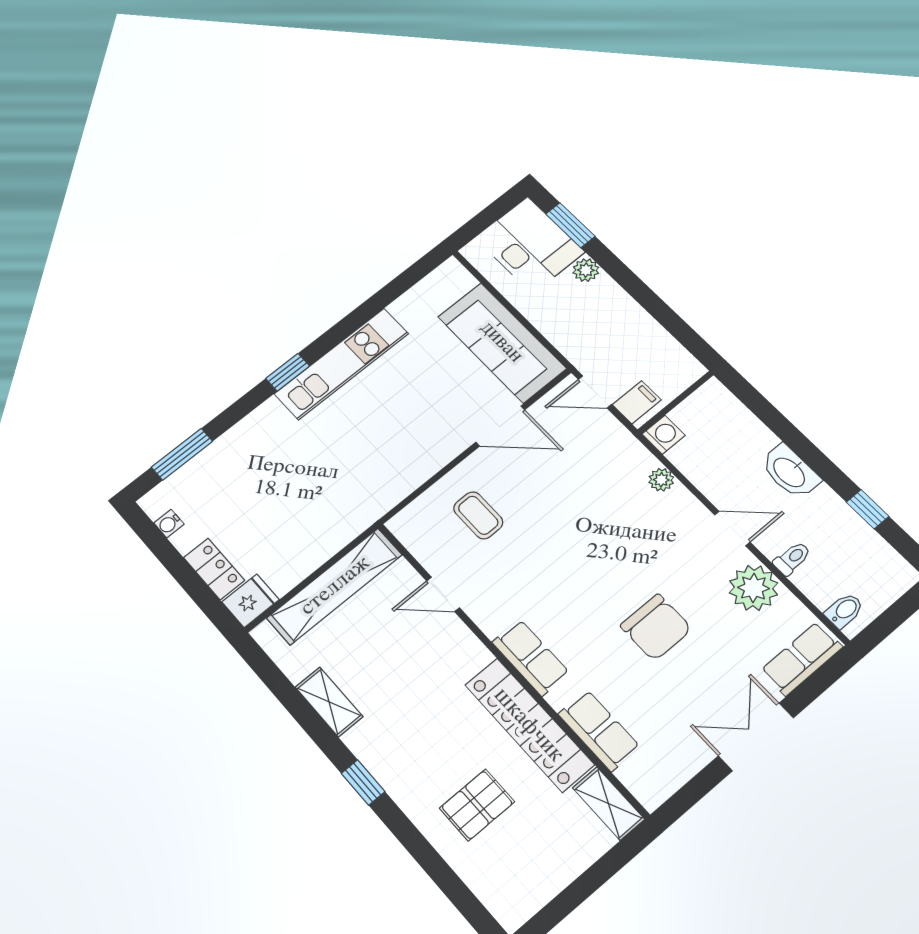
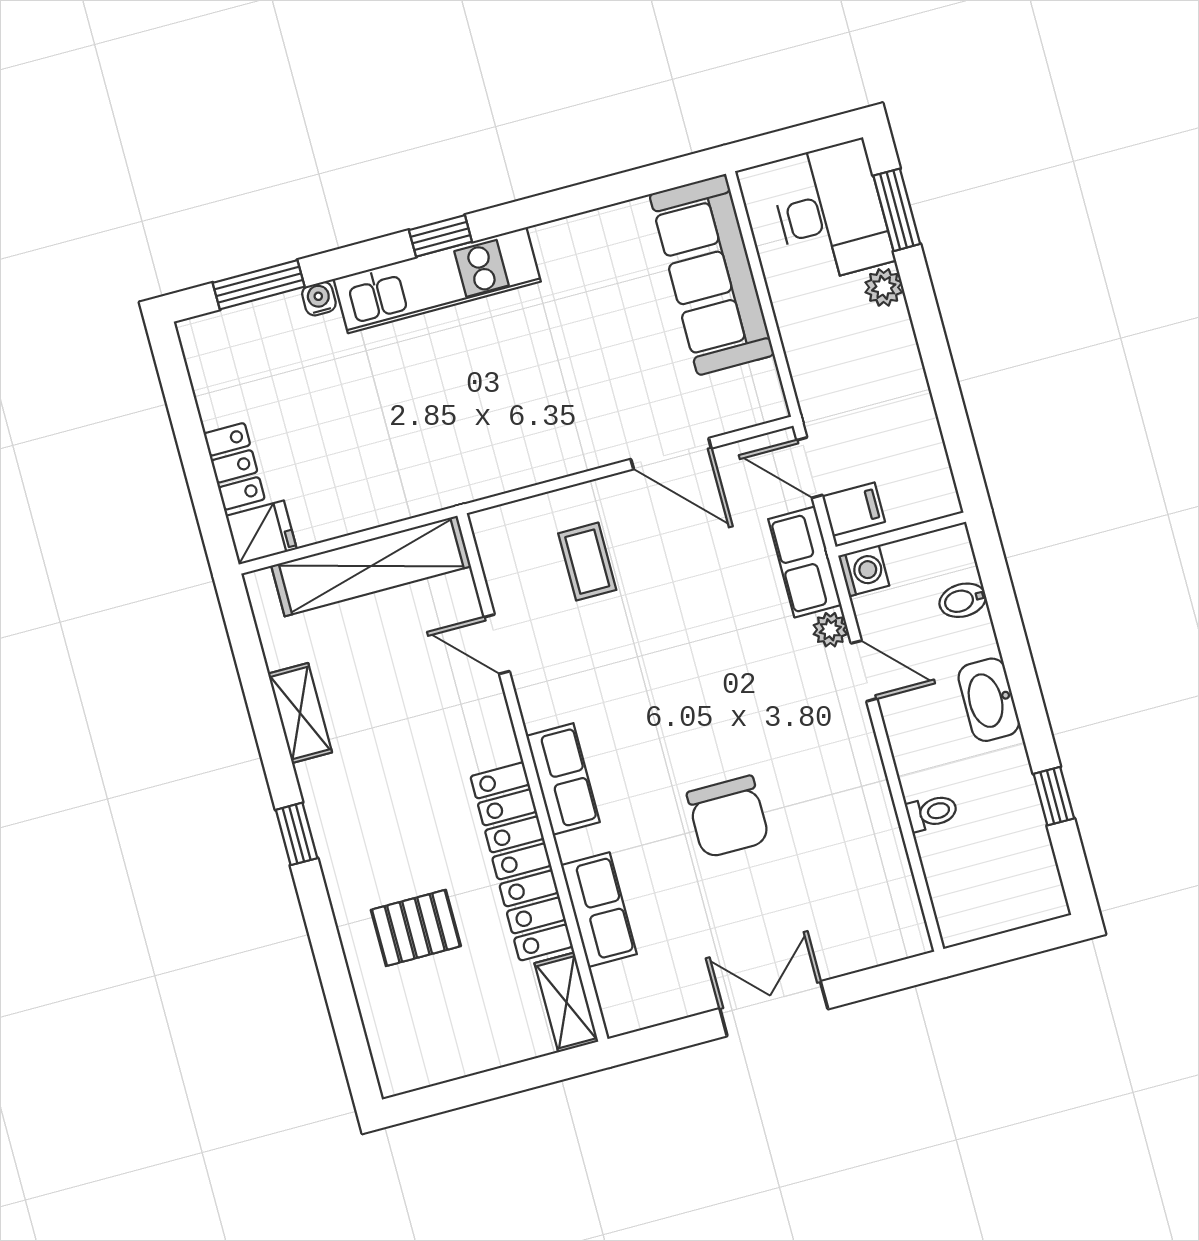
sofa: (502, 342) -> (712, 275), moved
kitchen unit: (342, 364) -> (437, 280), moved
water cooler: (169, 524) -> (319, 299), moved, turned 90
door: (732, 528) -> (864, 671), moved
plant: (753, 588) -> (867, 826), removed
bidet: (844, 610) -> (963, 600), moved, turned 180
row of seats: (802, 659) -> (805, 562), moved, turned -90

